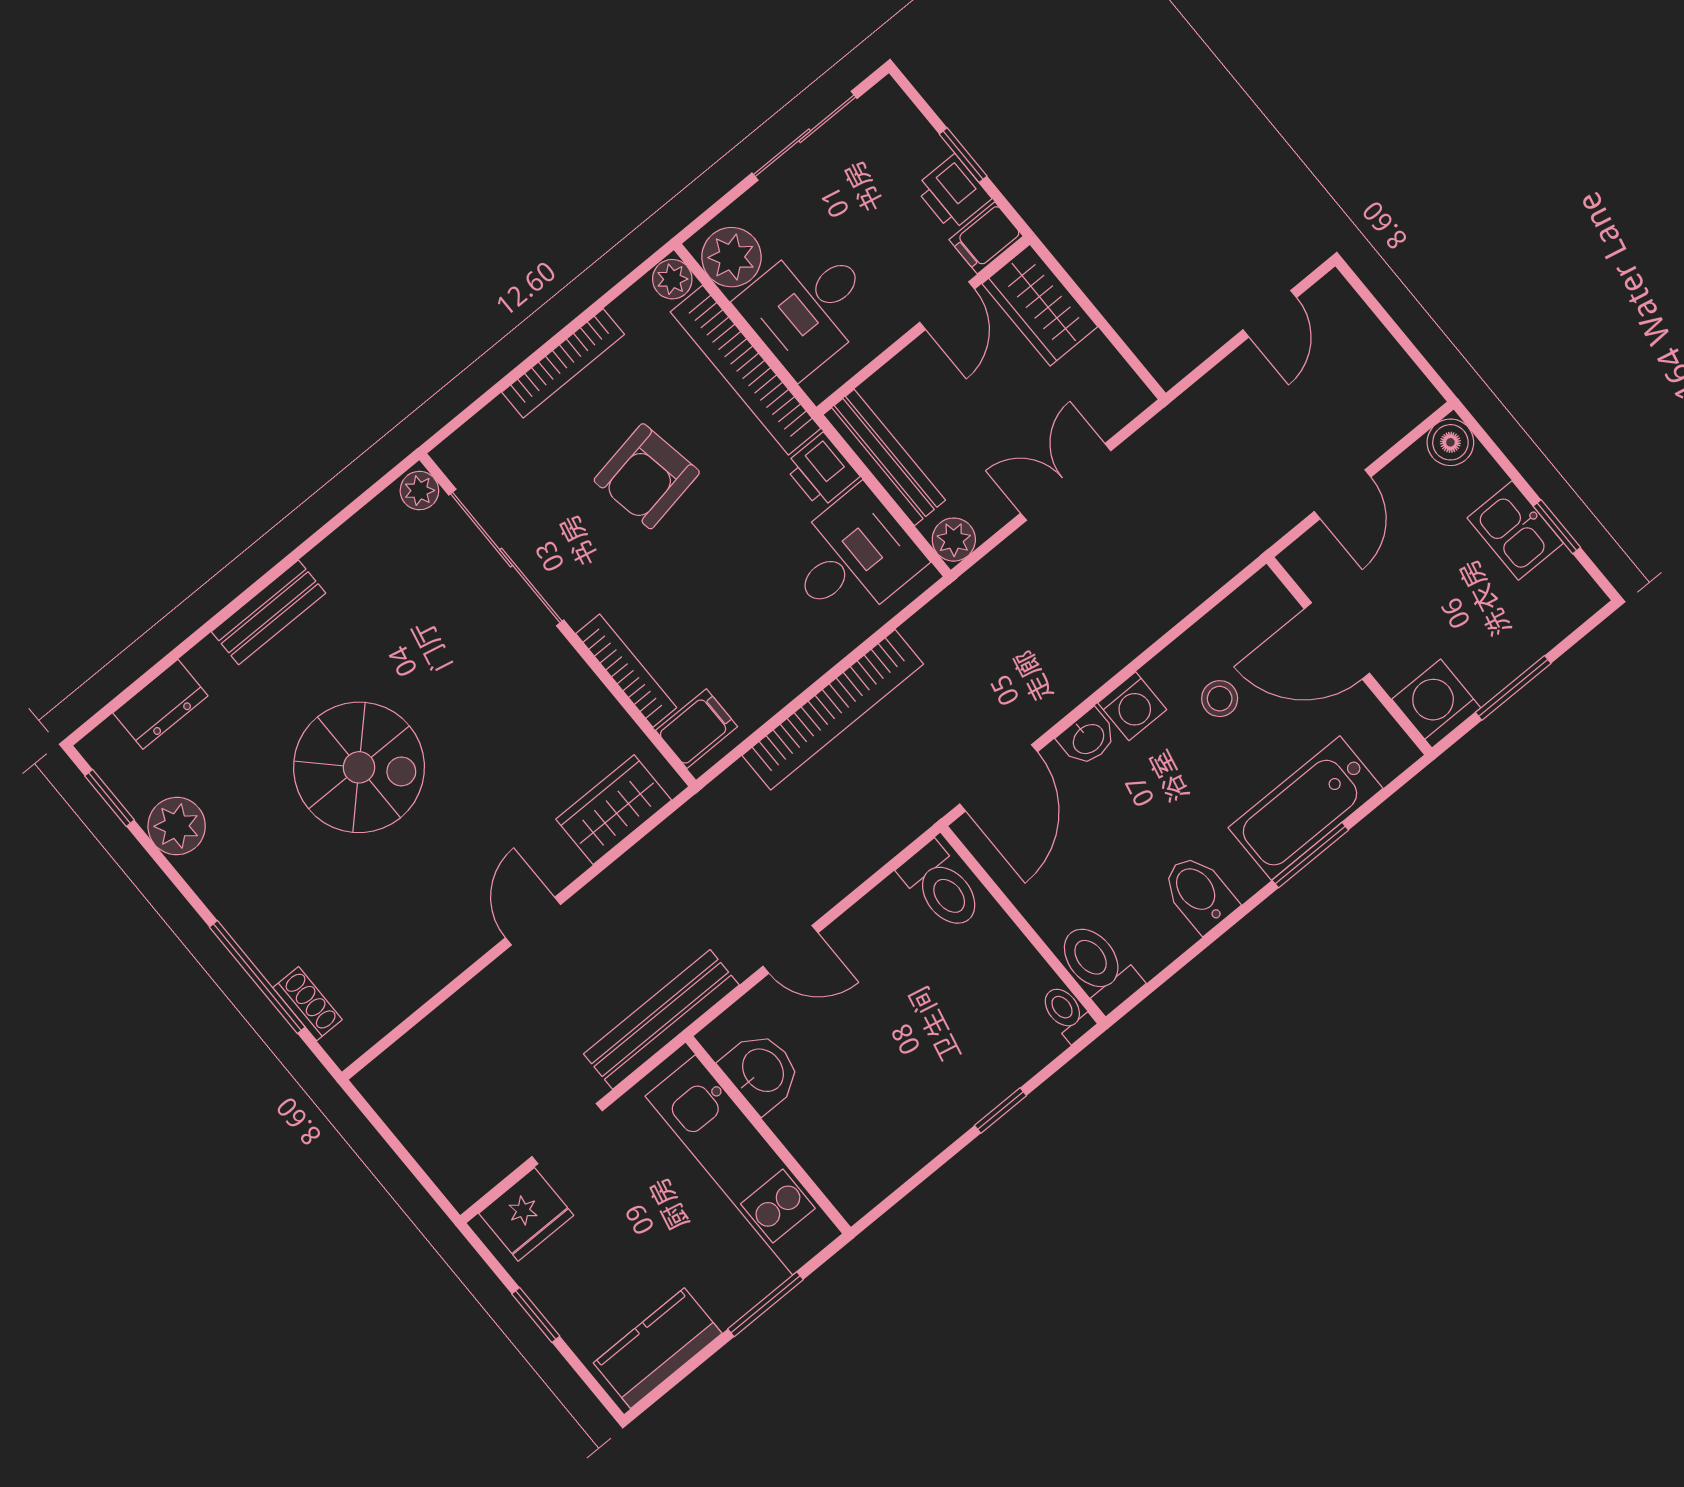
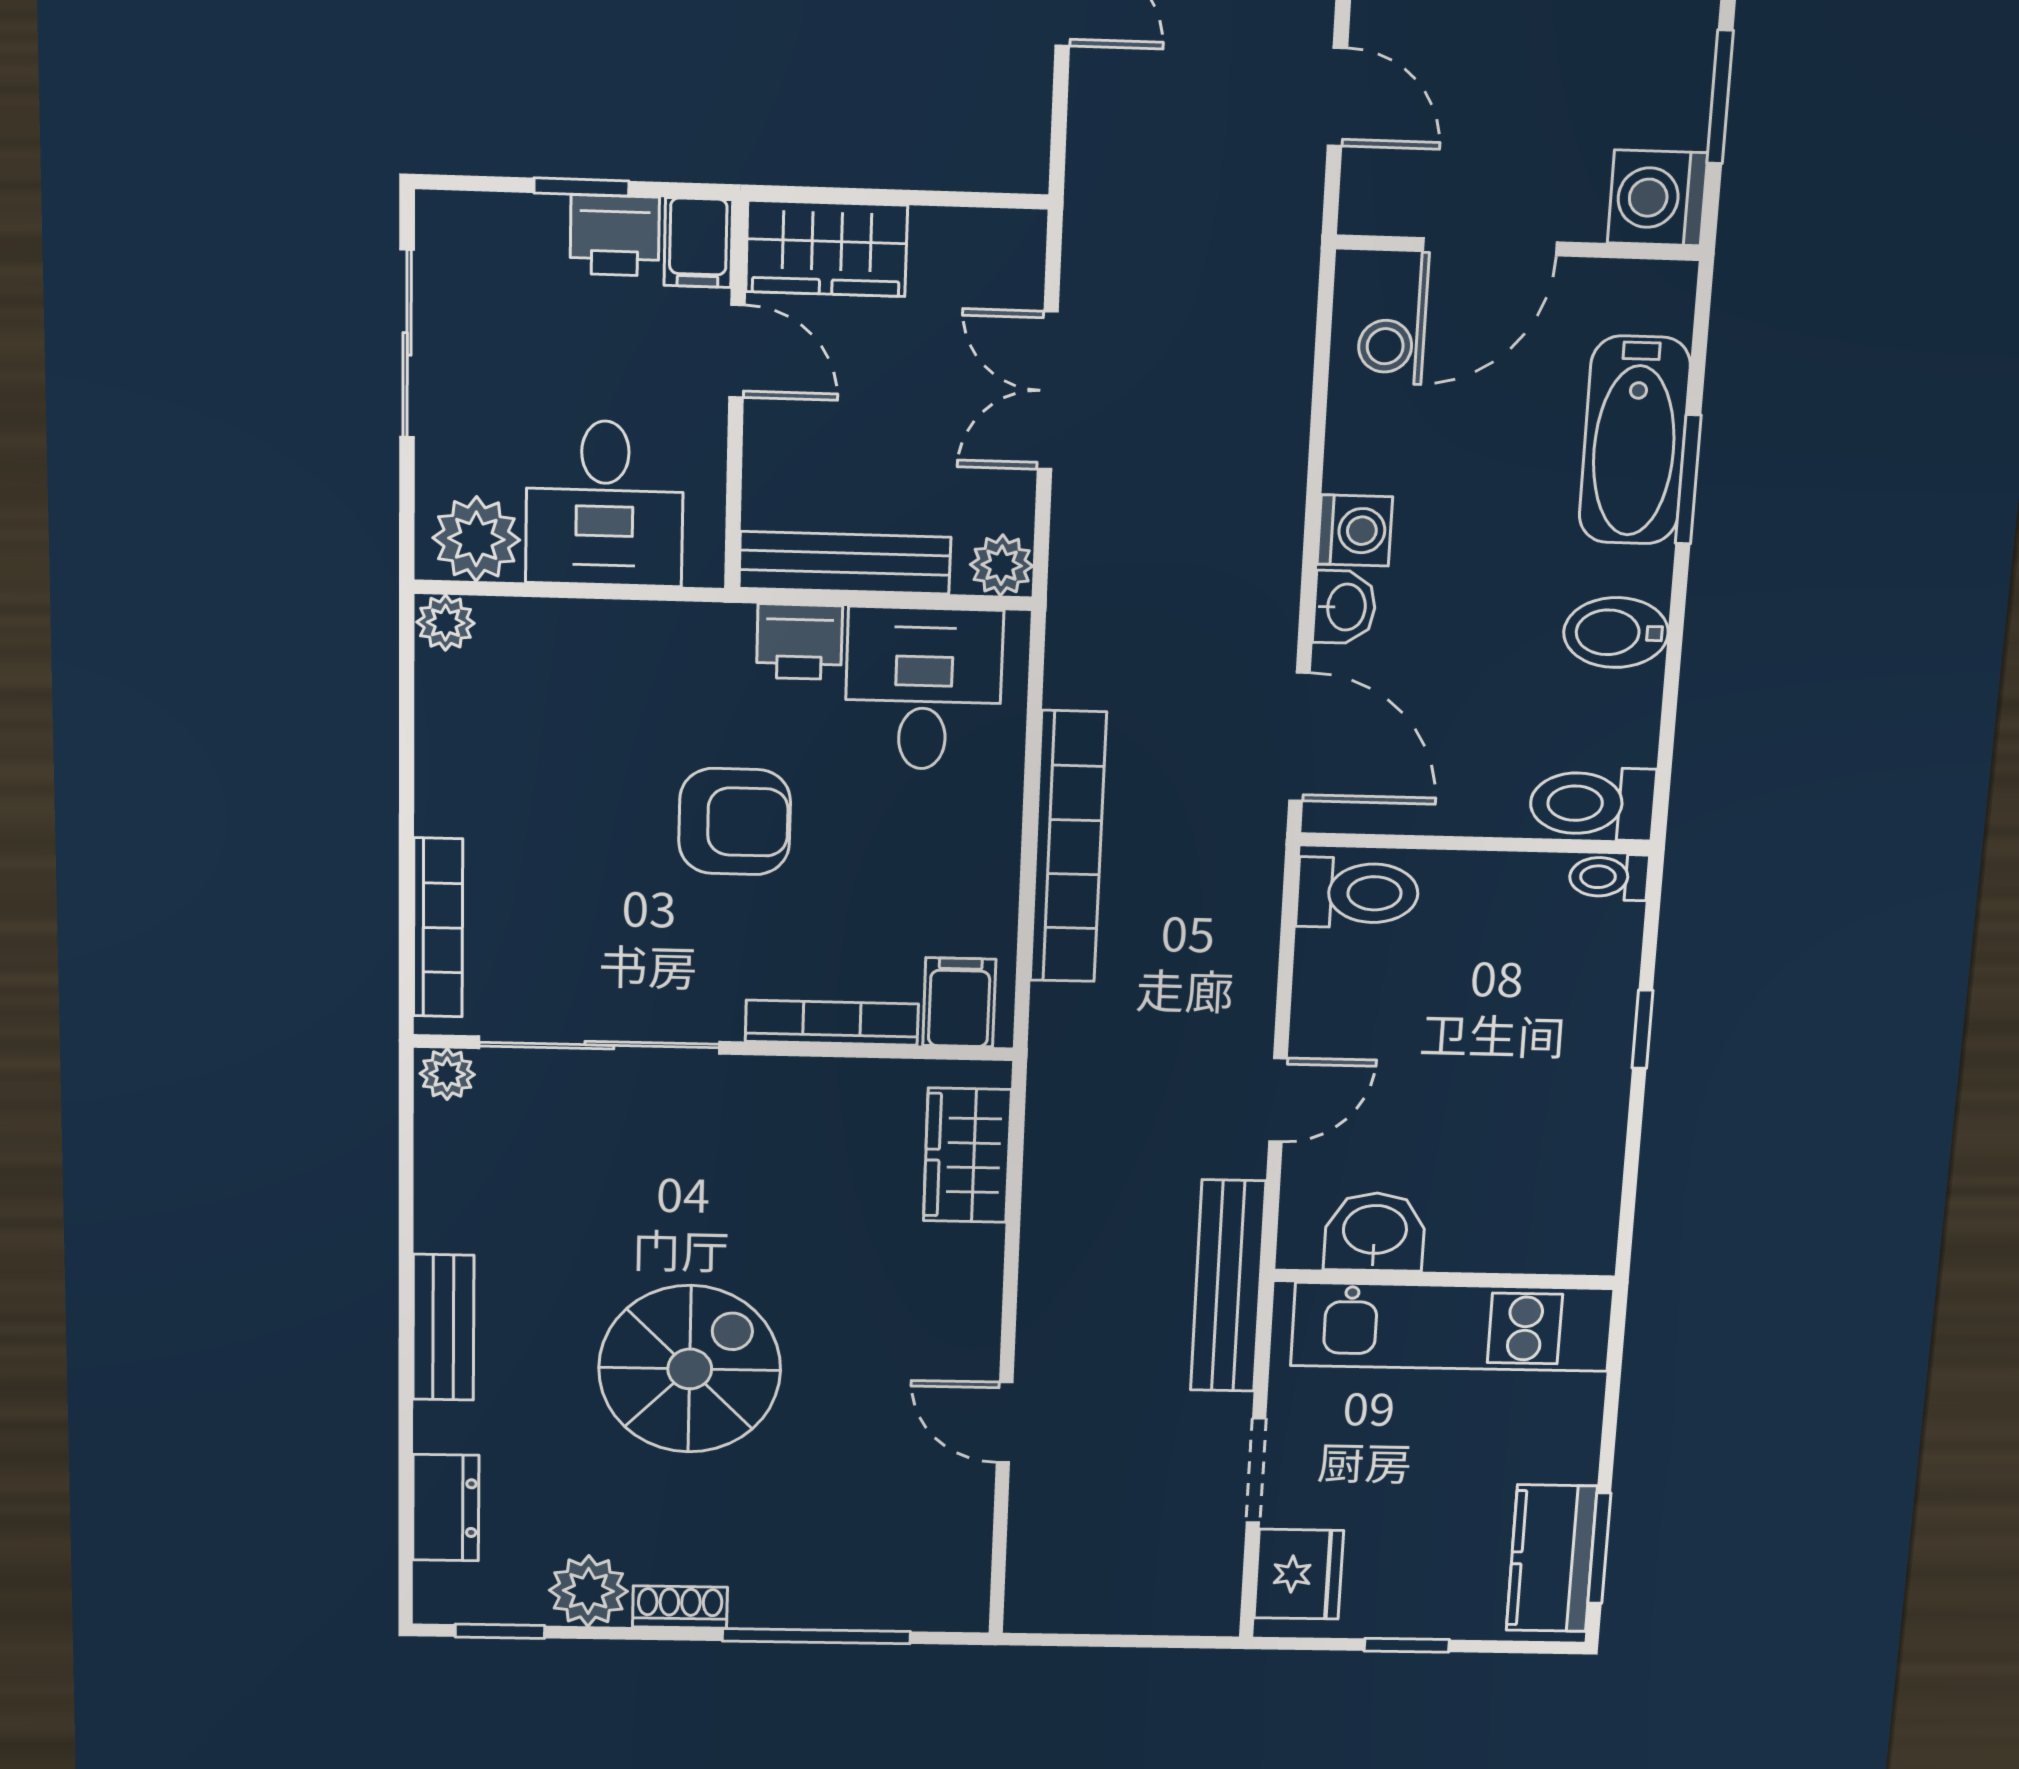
bookcase: (563, 363) -> (438, 928), moved
bookcase: (745, 370) -> (616, 629), removed
armchair: (647, 476) -> (735, 822), moved, turned -80
stool: (1220, 699) -> (1385, 346), moved
door: (533, 921) -> (1005, 1422), moved
shoe rack: (308, 1004) -> (680, 1607), moved
window: (765, 1304) -> (1599, 1548), moved

